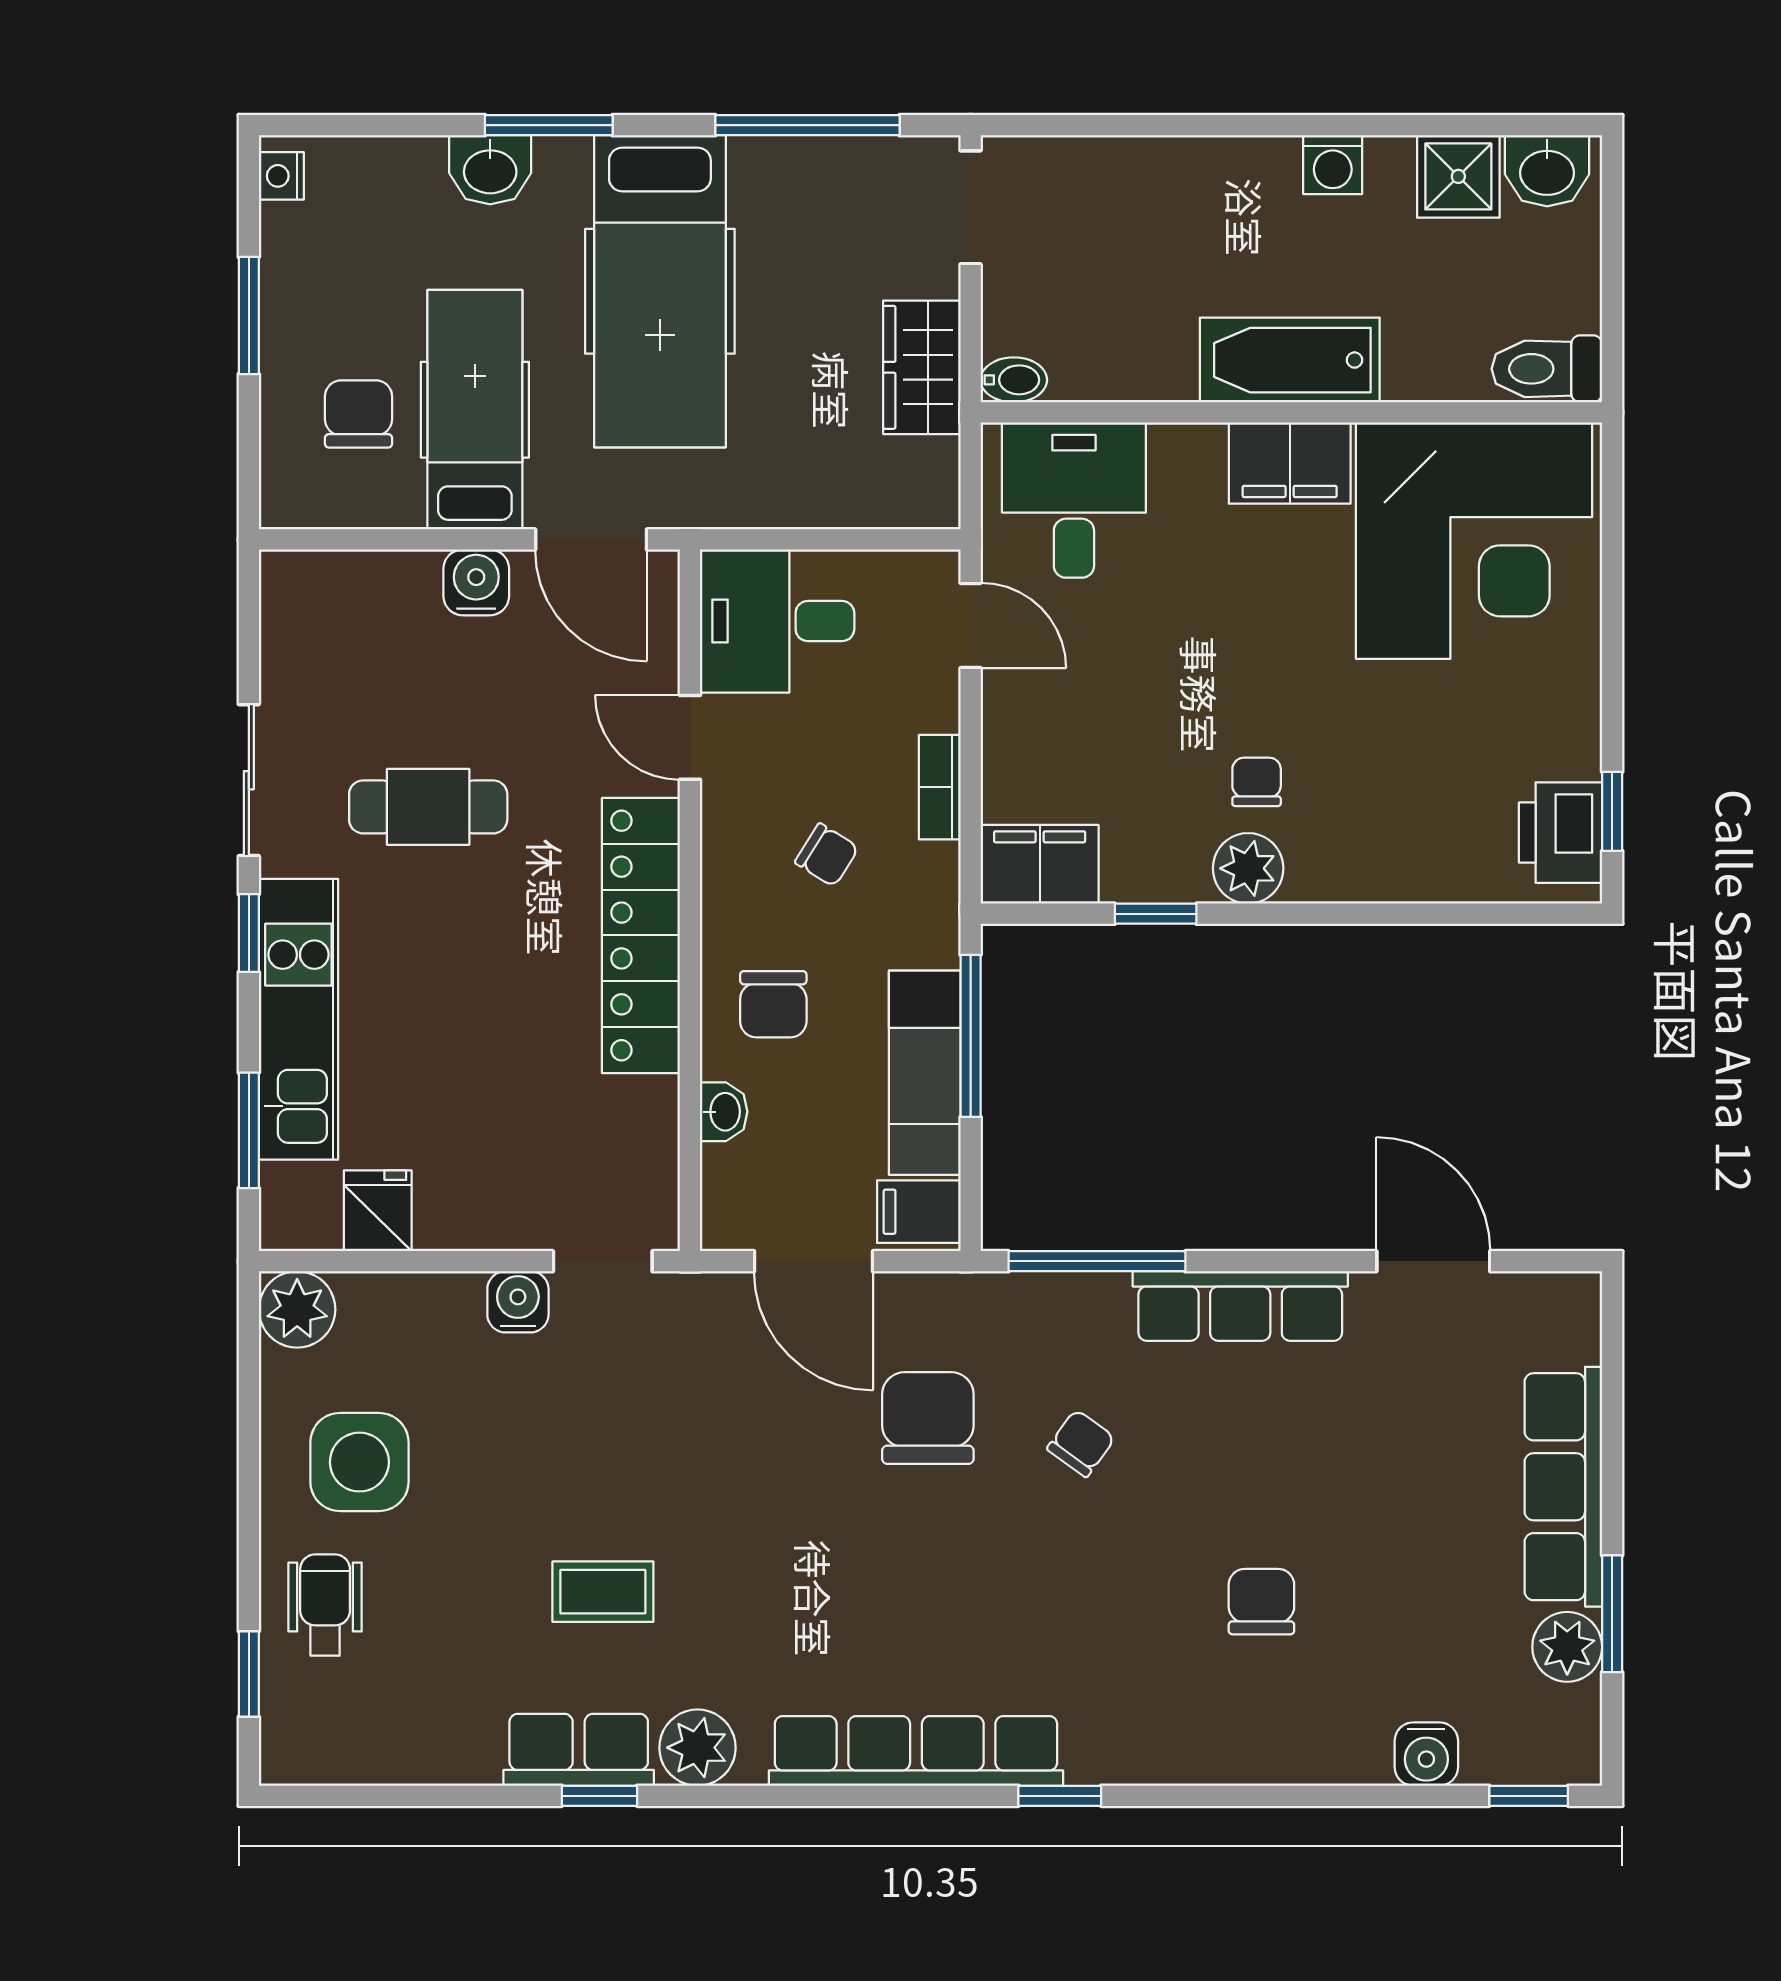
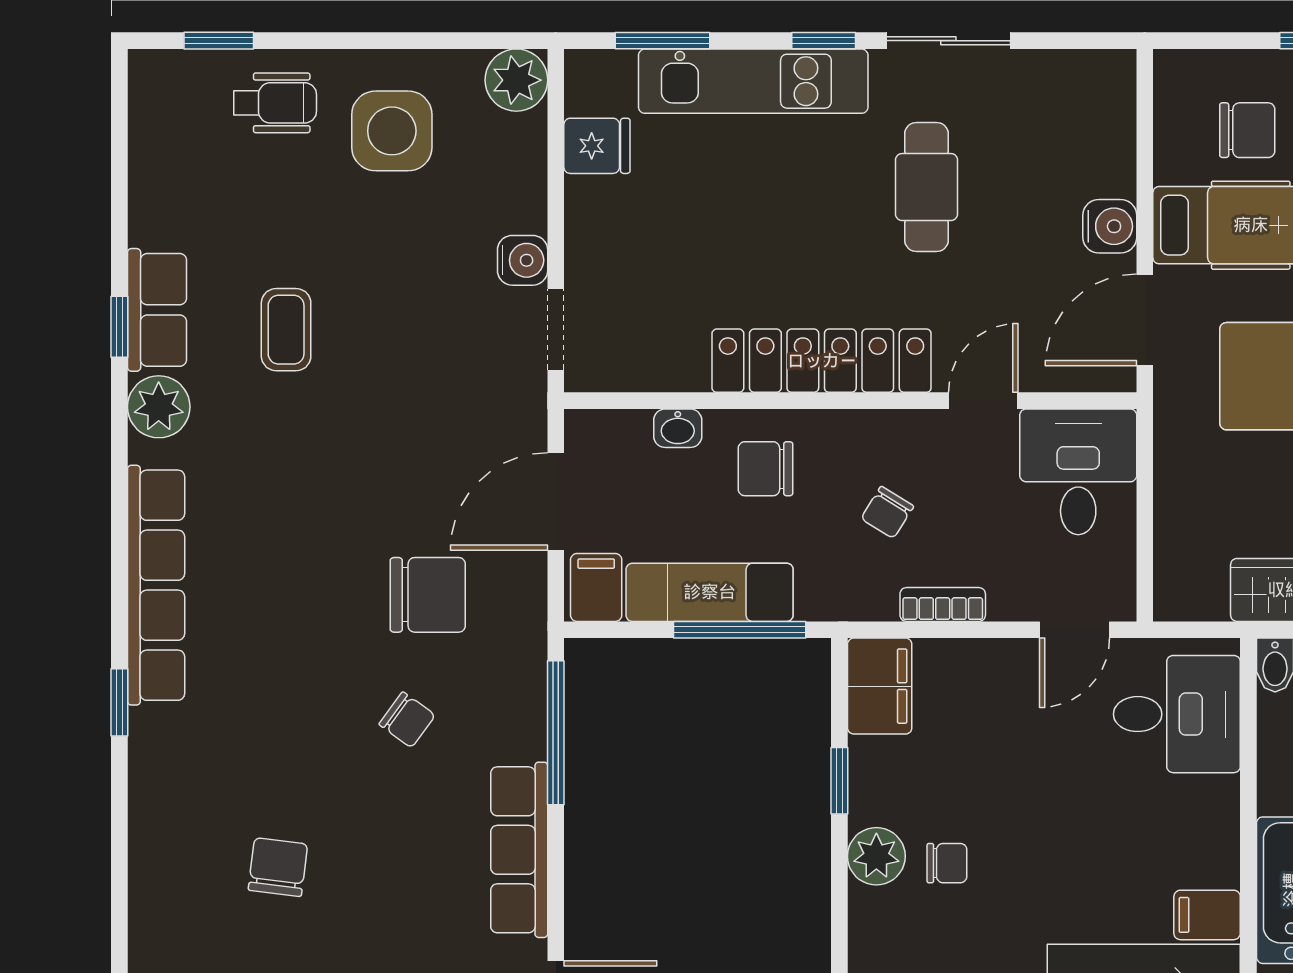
filing cabinet: (1290, 463) -> (1207, 915), width x0.50
chair: (1261, 1602) -> (278, 867), turned -83

